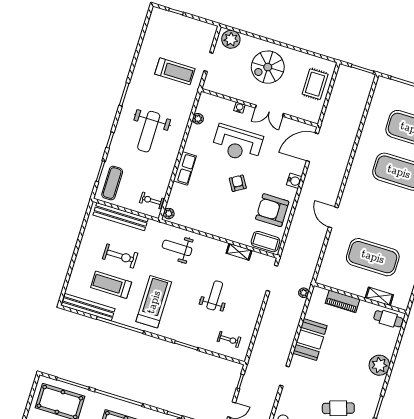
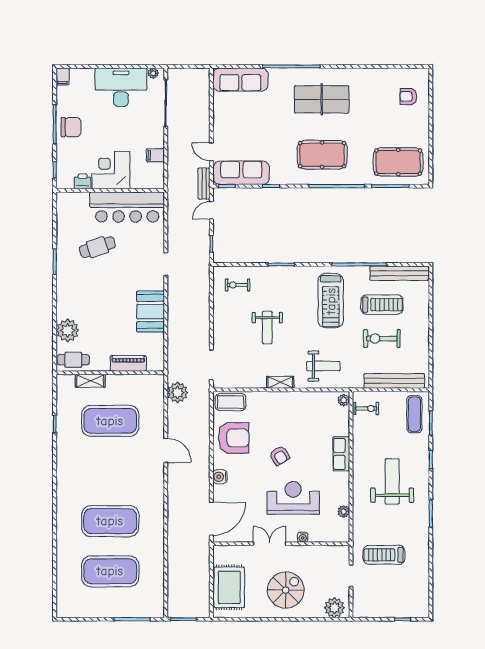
rug: (315, 84) -> (229, 587), width x1.36, depth x1.43
shelving: (239, 252) -> (280, 382), moved
plant: (304, 293) -> (178, 393), moved, width x1.88, depth x1.88
plant: (379, 365) -> (68, 330), moved

